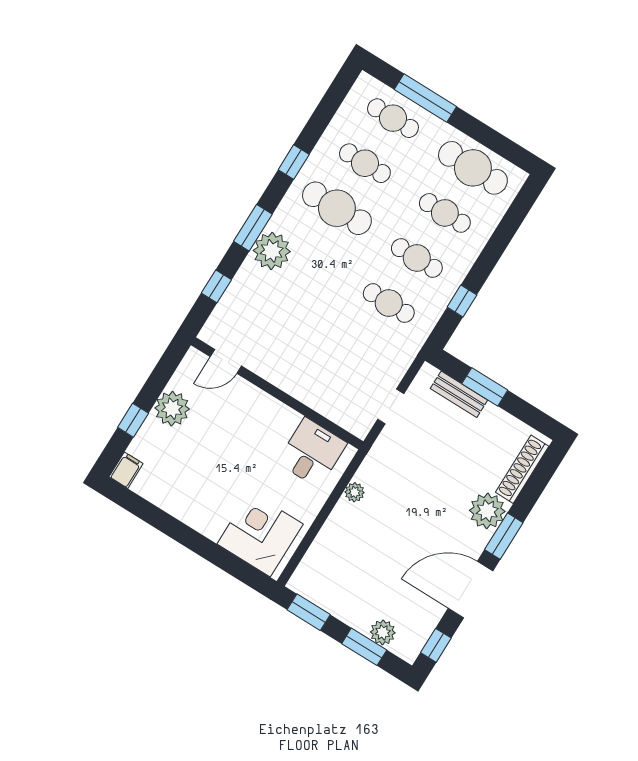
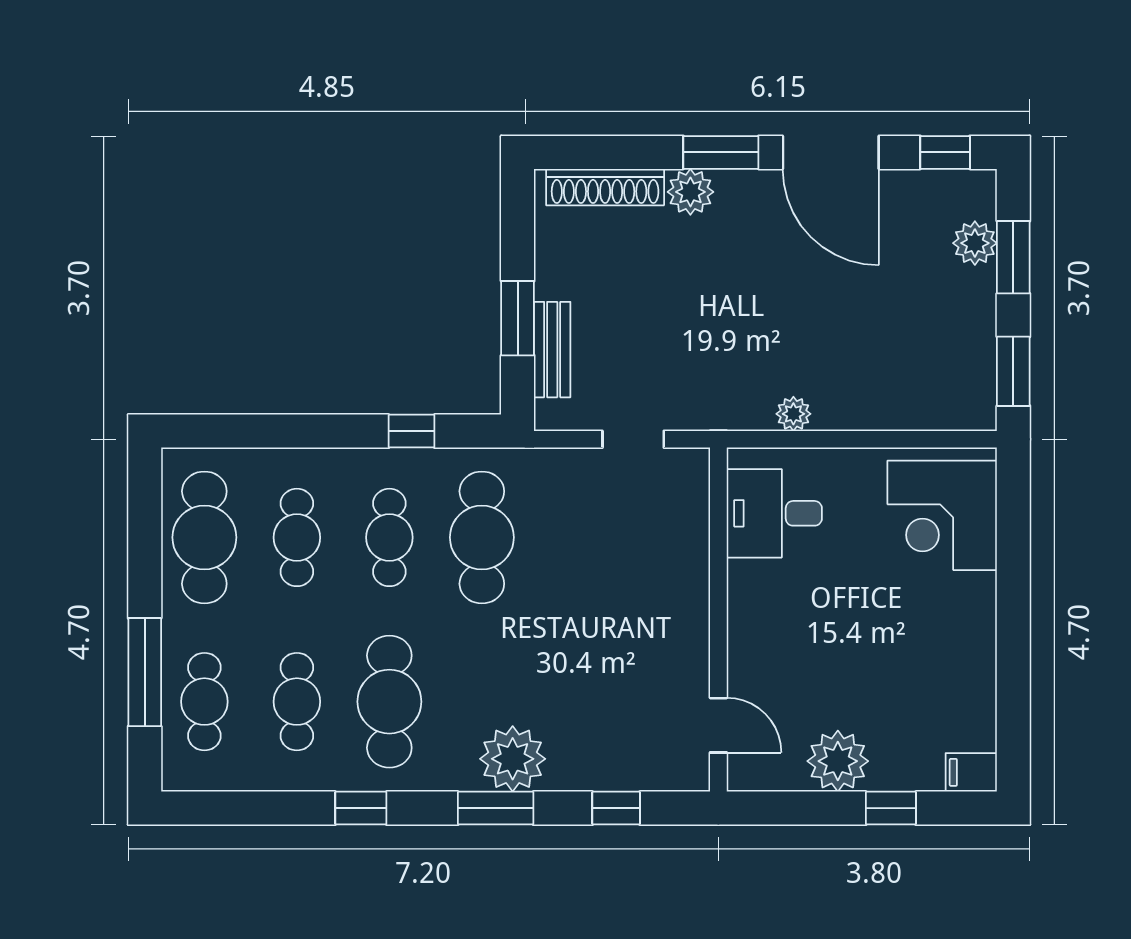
cafe table: (389, 303) -> (482, 537), width x1.37, depth x1.35
plant: (487, 511) -> (690, 192), width x0.73, depth x0.73

